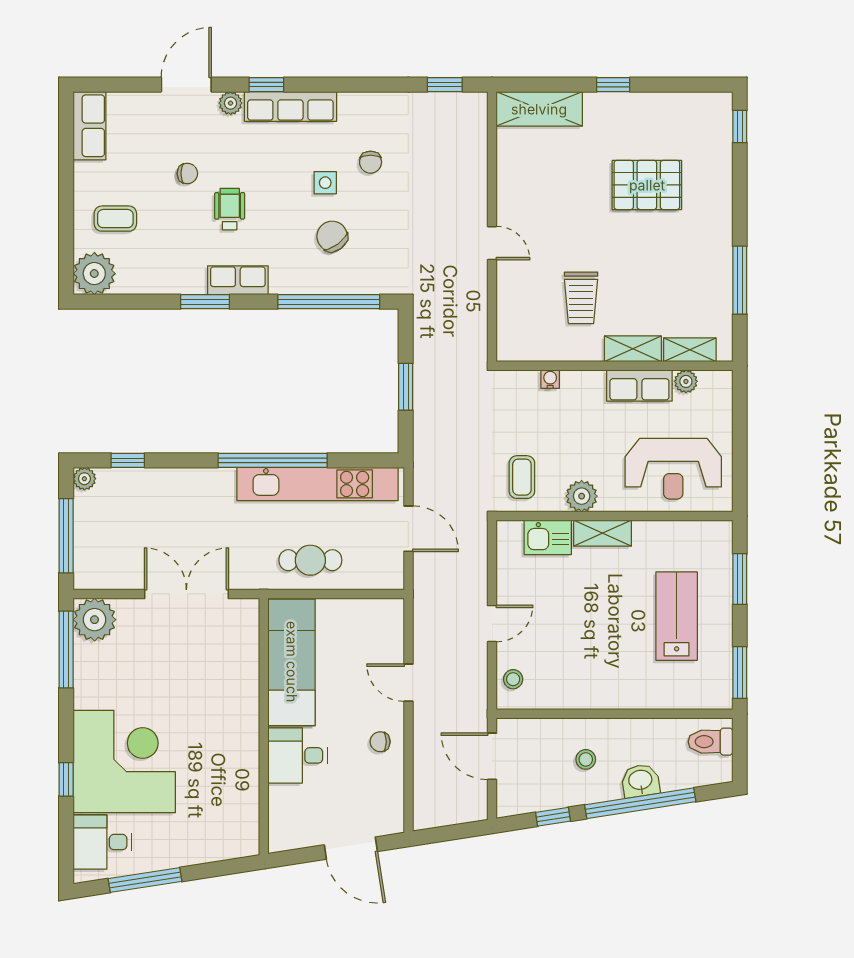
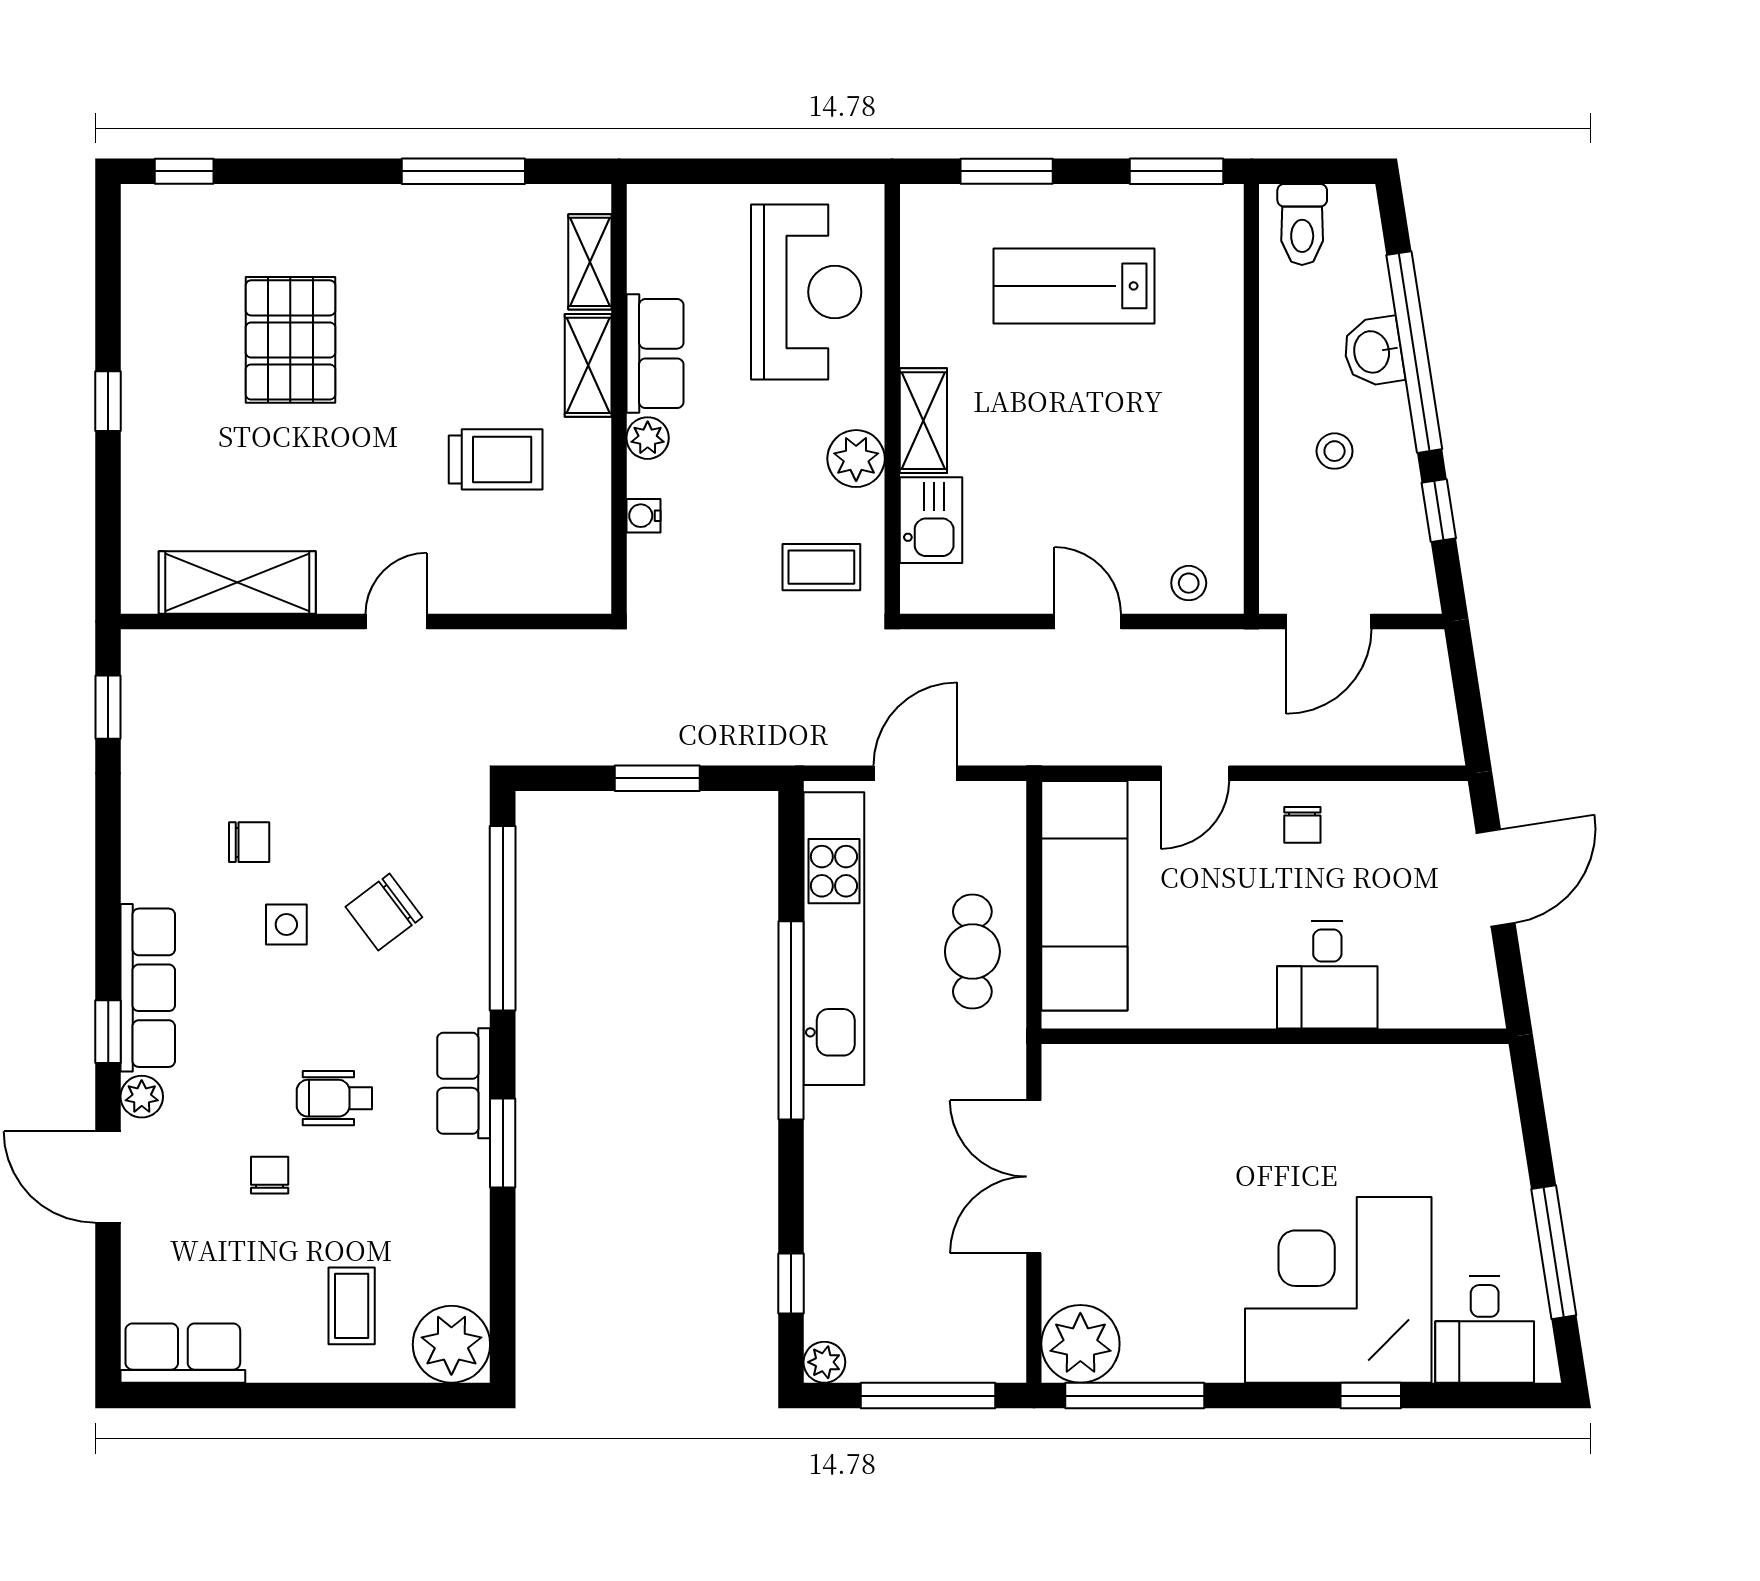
shelving: (539, 109) -> (237, 583), moved, turned 90
plant: (686, 381) -> (648, 438), moved
exam couch: (292, 662) -> (1084, 896), moved, turned 90

